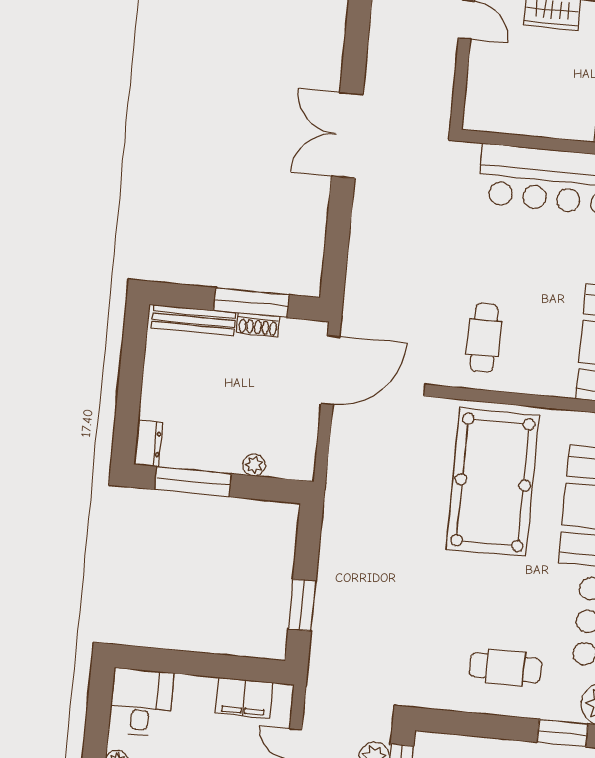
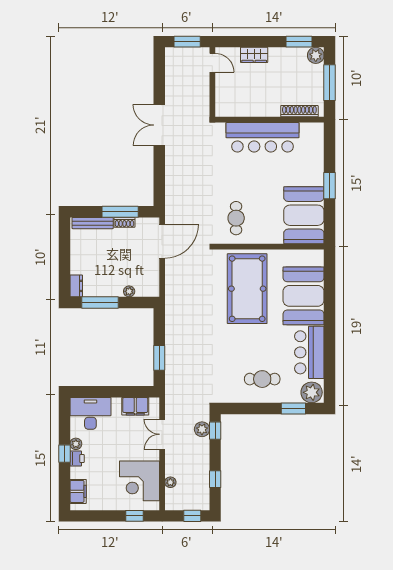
desk: (141, 702) -> (90, 413), width x1.37

